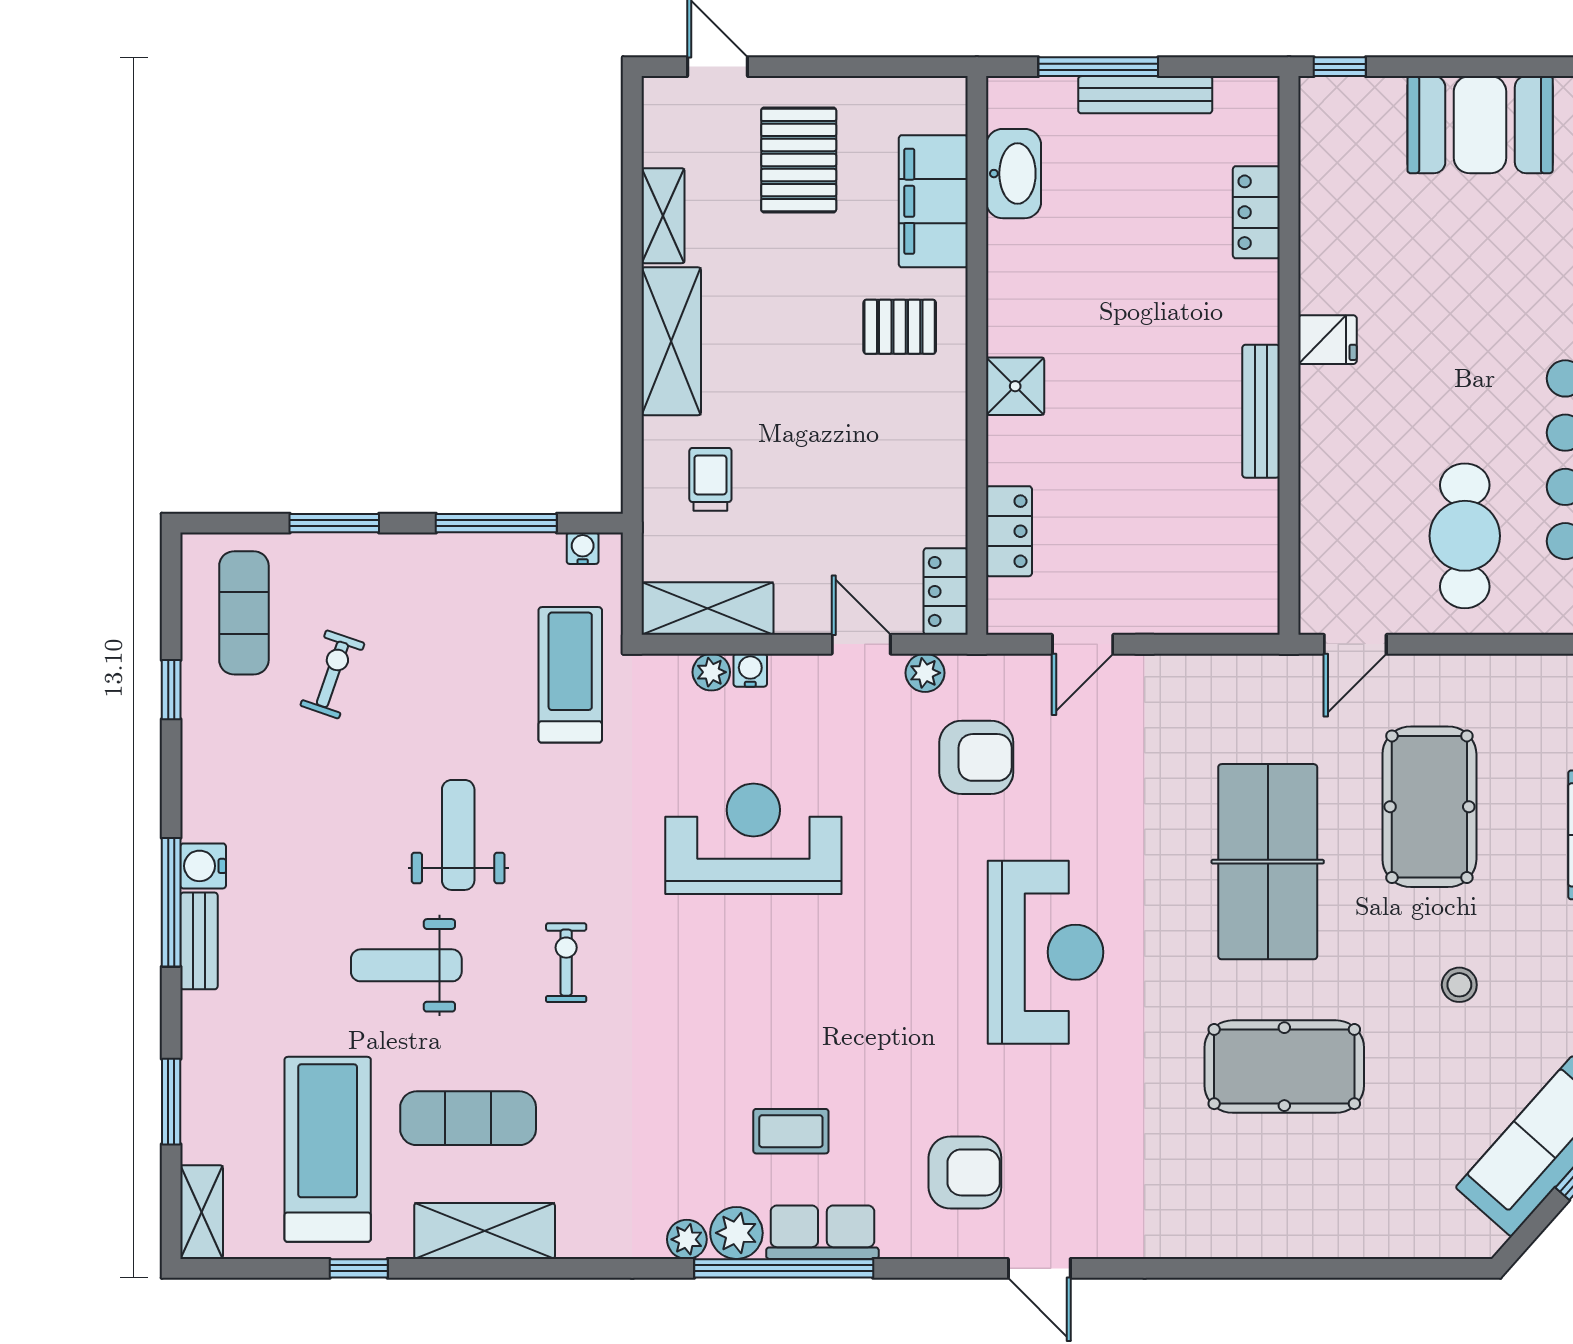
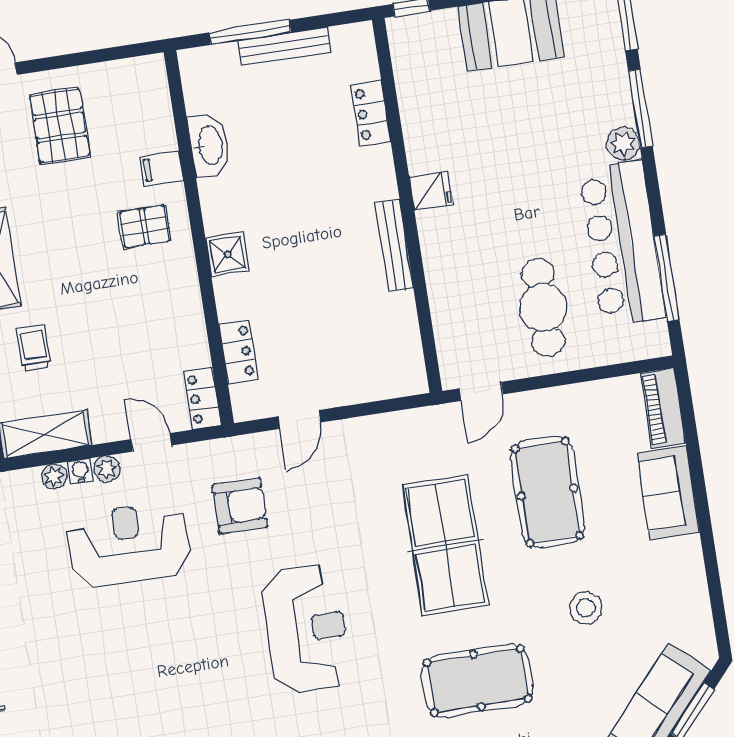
washbasin: (1014, 174) -> (210, 145), moved
filing cabinet: (933, 201) -> (162, 168), width x0.33, depth x0.86
plant: (925, 673) -> (107, 469), moved
reception desk: (753, 839) -> (128, 545), moved
stool: (1459, 985) -> (586, 608), width x1.37, depth x1.37

